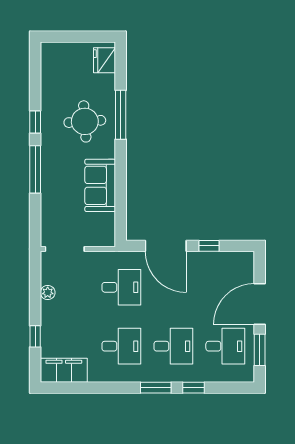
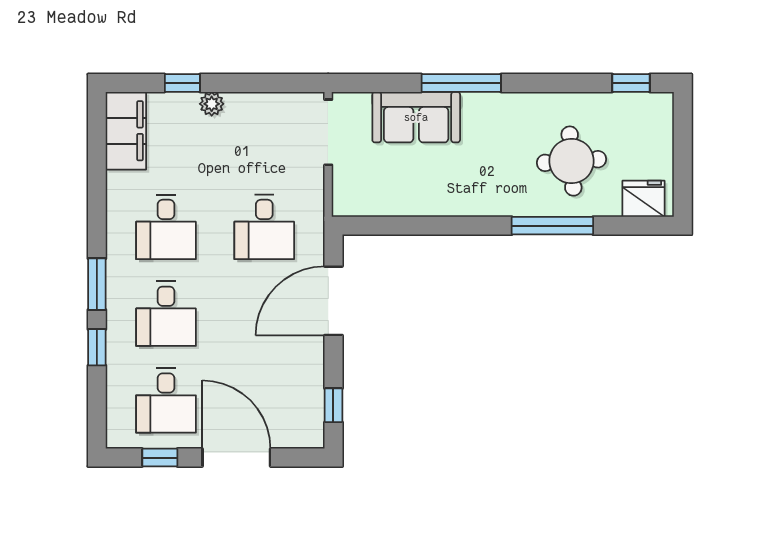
round table: (85, 121) -> (572, 161), moved
window: (35, 122) -> (631, 83), moved
sofa: (100, 185) -> (416, 117), moved, turned 180
window: (209, 246) -> (333, 405), moved
plant: (48, 293) -> (212, 104), moved
window: (260, 350) -> (160, 458), width x0.67

